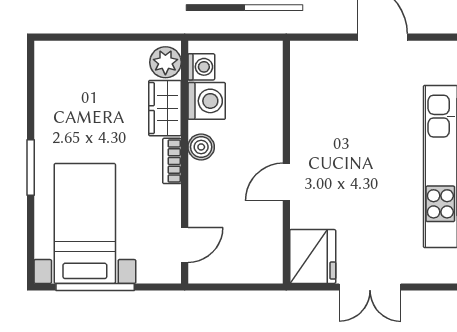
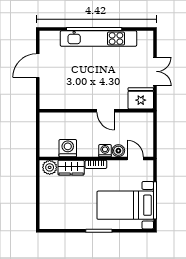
washing machine: (201, 67) -> (105, 151), moved
boiler: (201, 147) -> (118, 151), moved

